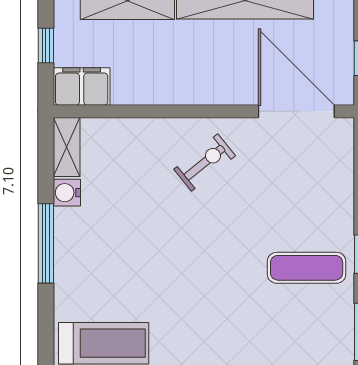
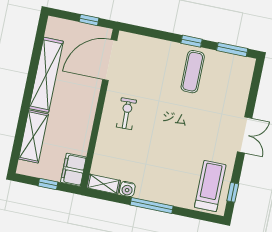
exercise bike: (205, 162) -> (126, 114), turned 37

